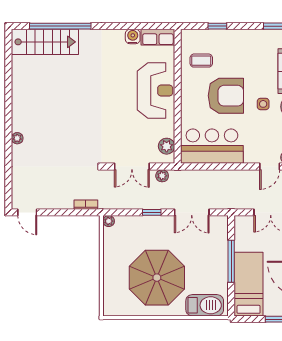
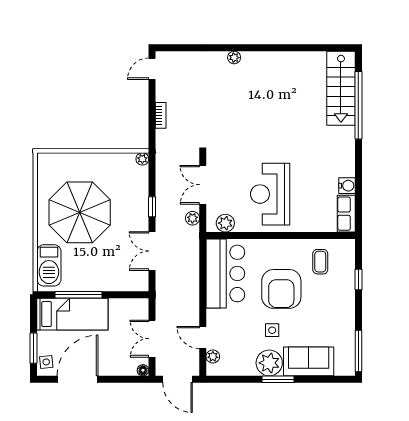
reception desk: (155, 91) -> (270, 194), moved, turned 90
bookcase: (86, 205) -> (161, 115), moved
window: (231, 261) -> (78, 295), moved

